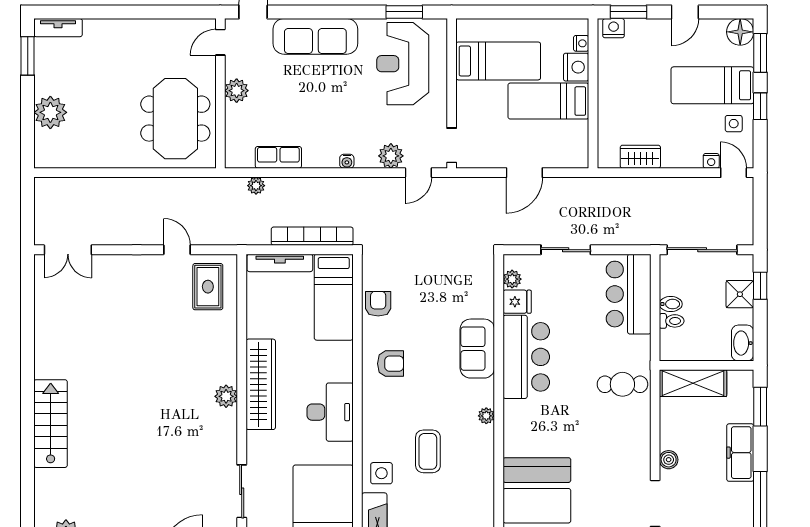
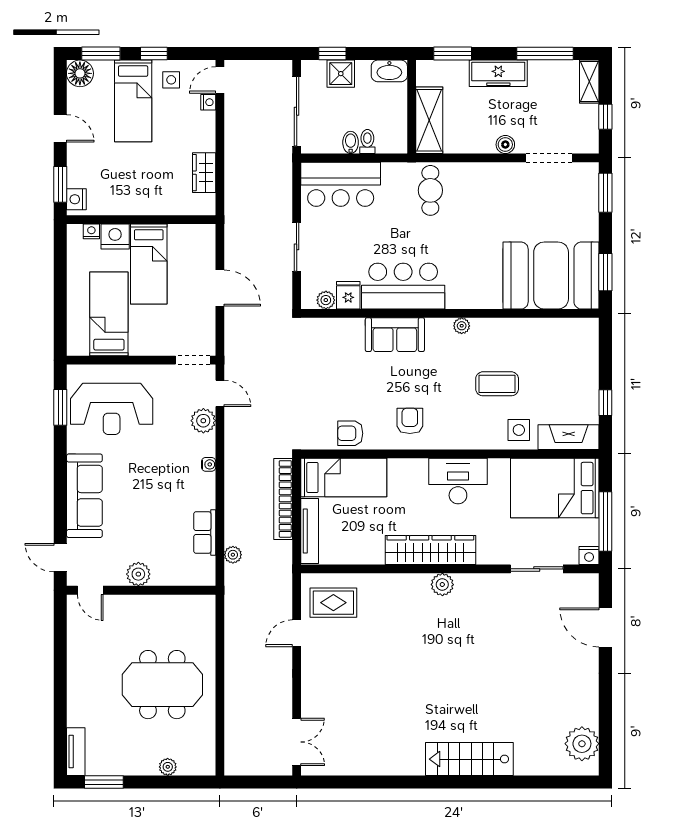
plant: (50, 112) -> (168, 767), width x0.53, depth x0.53
meeting table: (175, 119) -> (162, 685), moved

